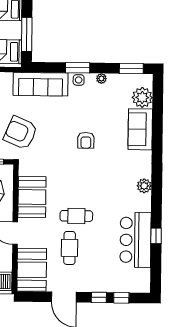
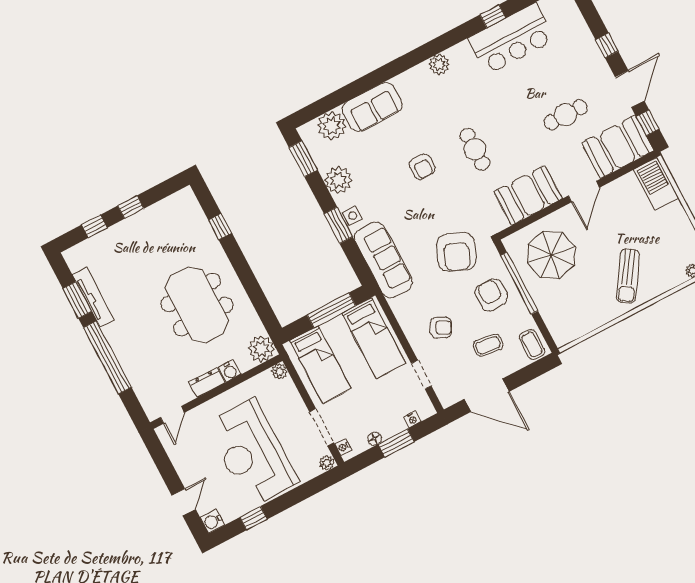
plant: (101, 79) -> (338, 180), width x1.88, depth x1.88
armchair: (86, 140) -> (422, 167), turned 90
cafe table: (76, 216) -> (475, 149), moved
window: (121, 298) -> (648, 123), moved

